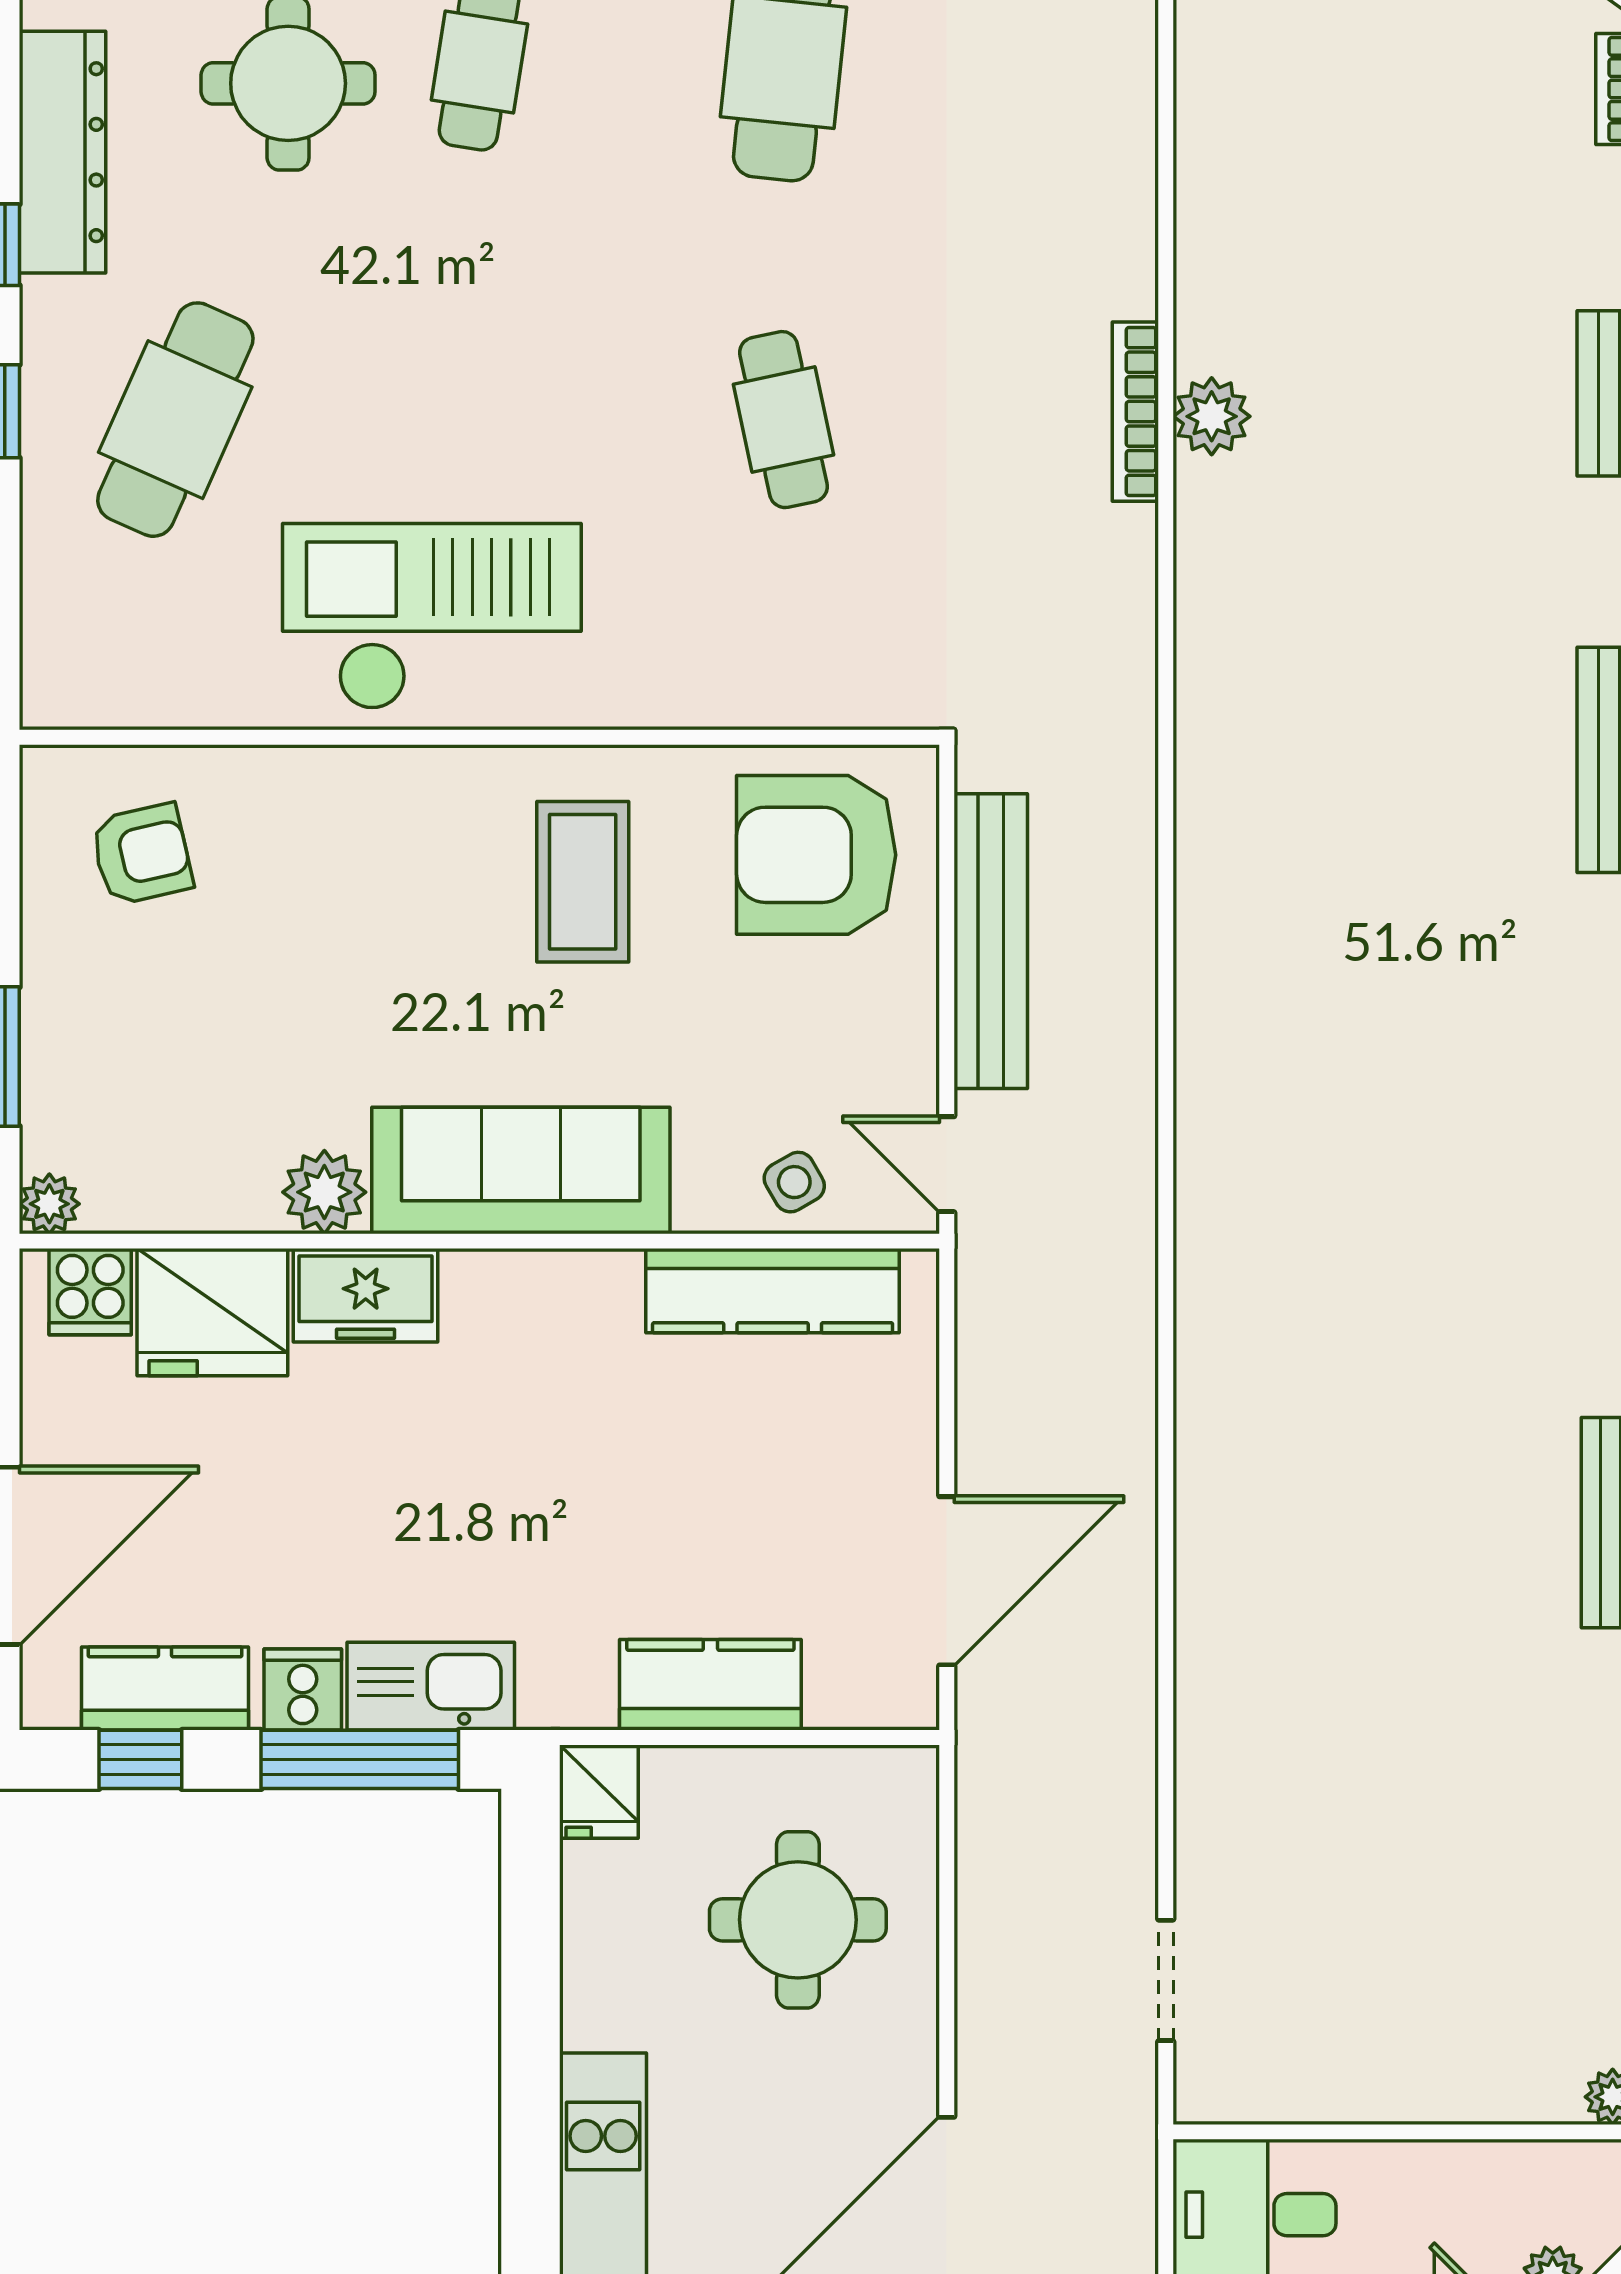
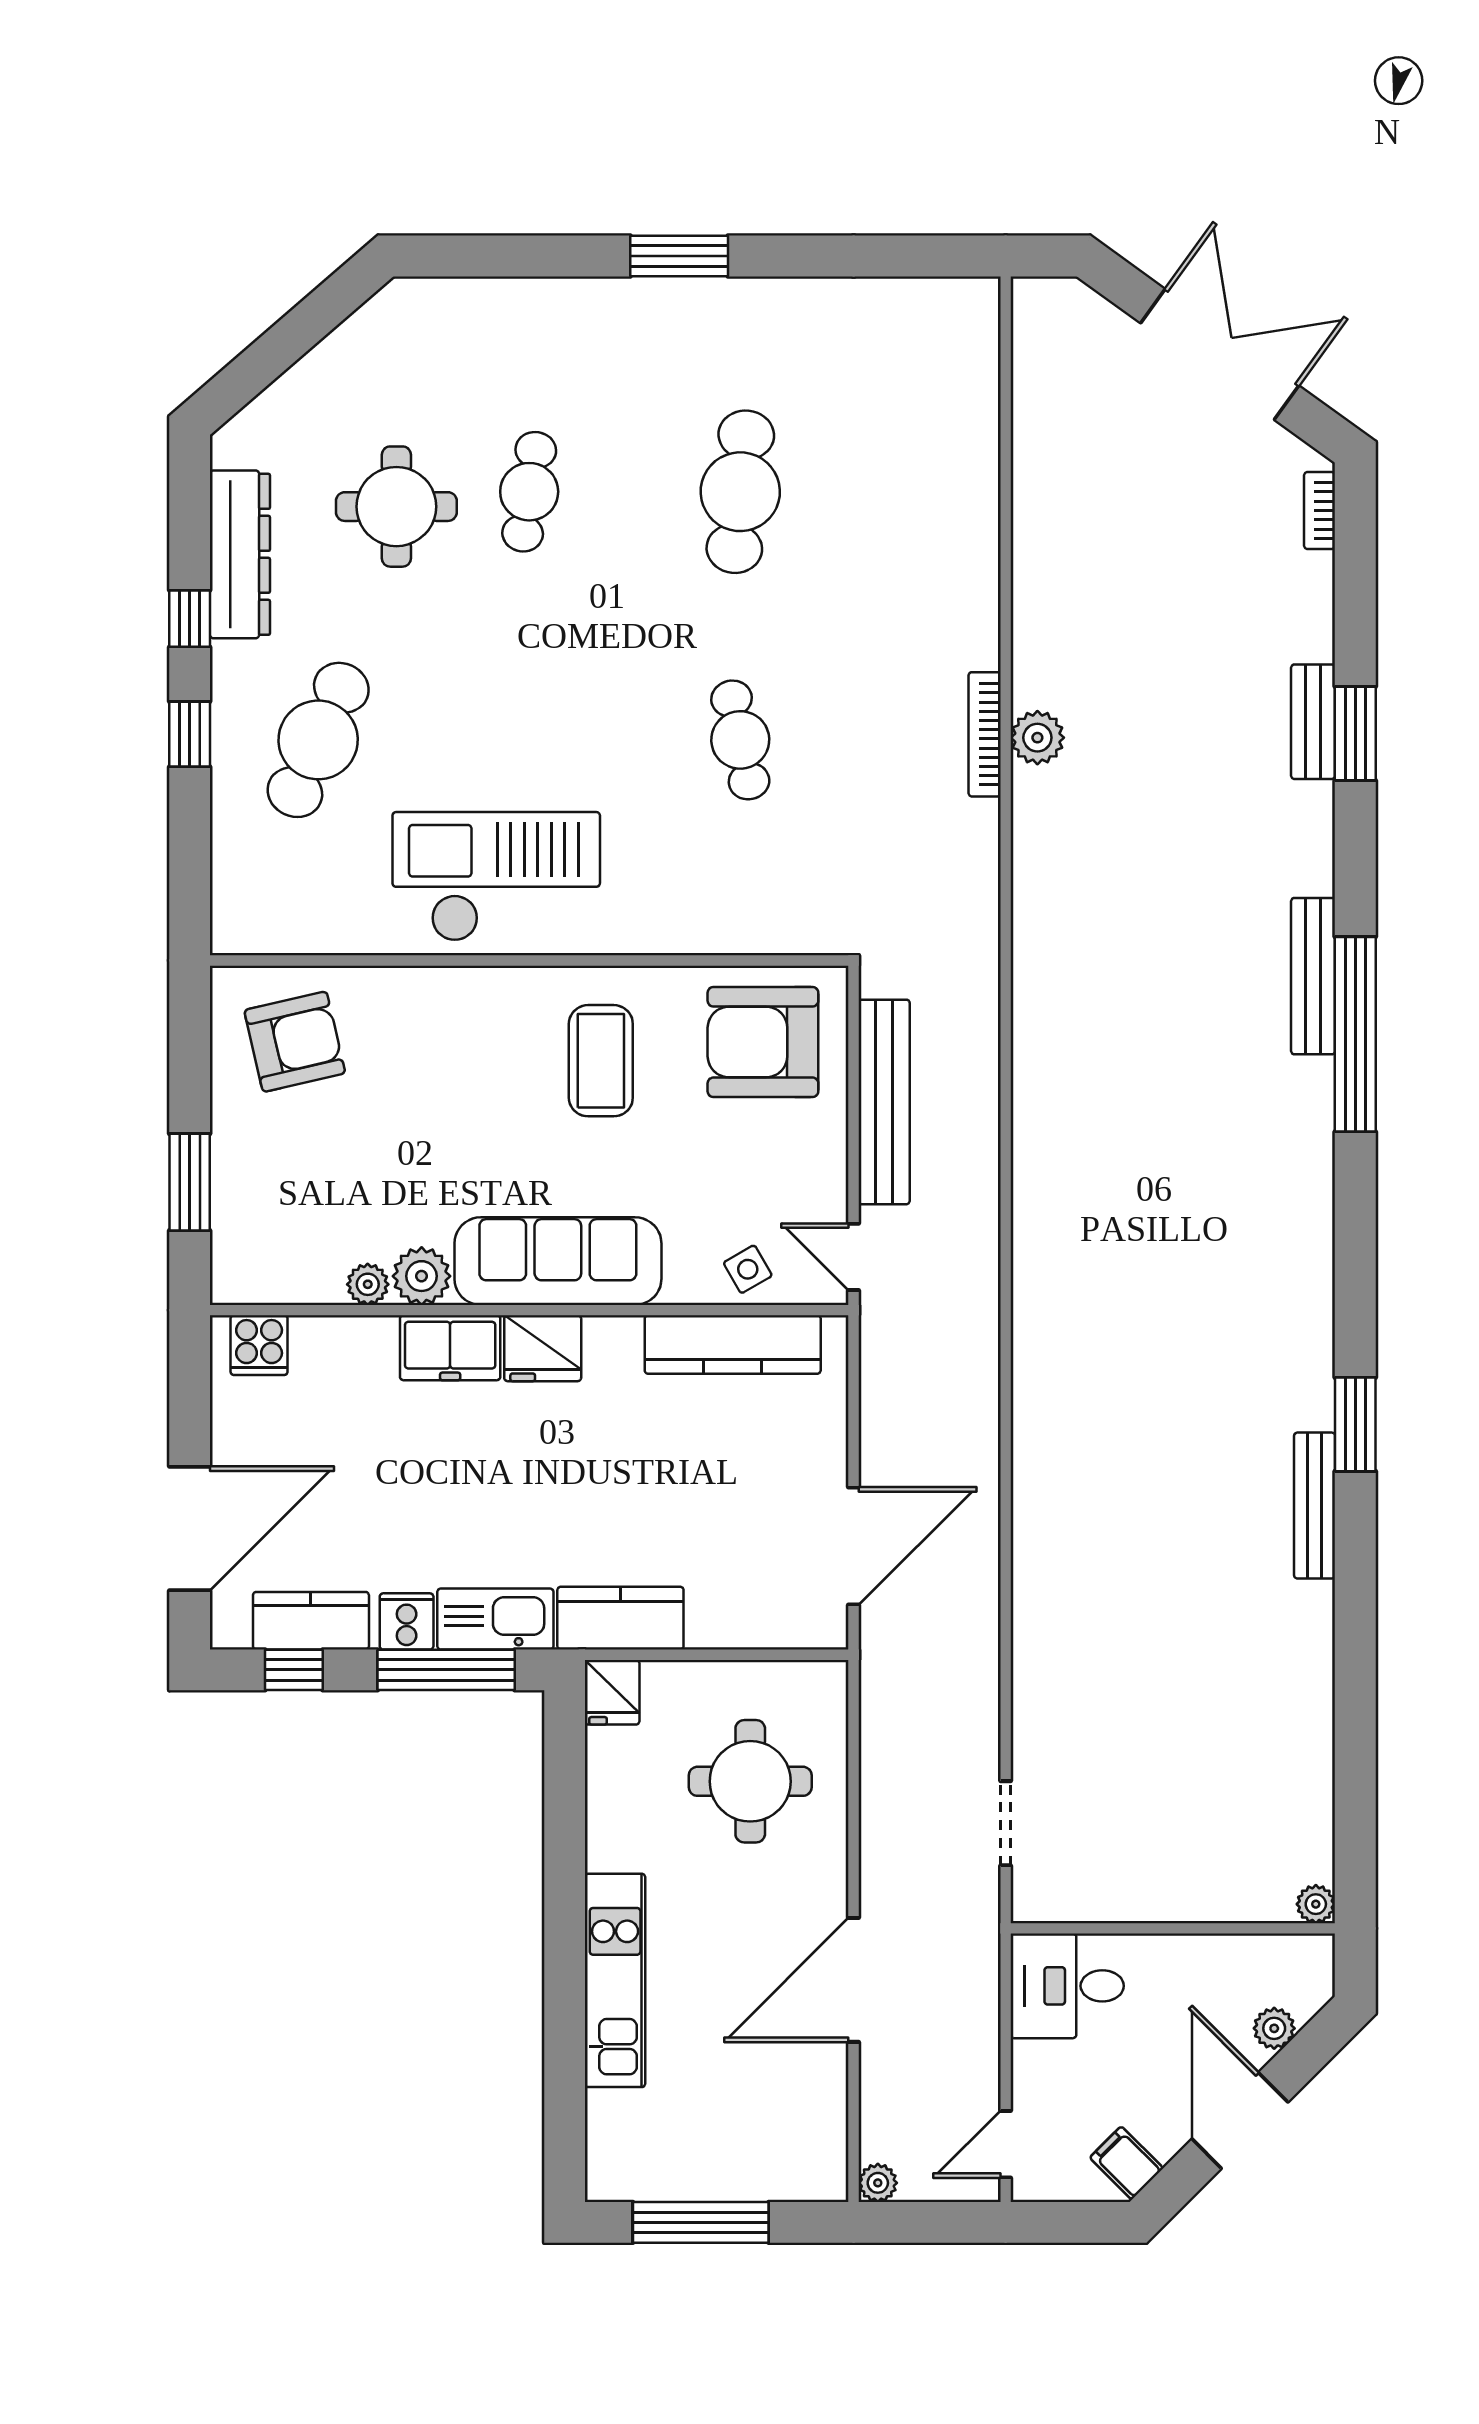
armchair: (142, 854) -> (295, 1042), width x1.38, depth x1.38
plant: (49, 1204) -> (368, 1284), moved
fridge: (212, 1312) -> (543, 1348), moved, width x0.73, depth x0.75
kitchen counter: (710, 1685) -> (620, 1618), moved

